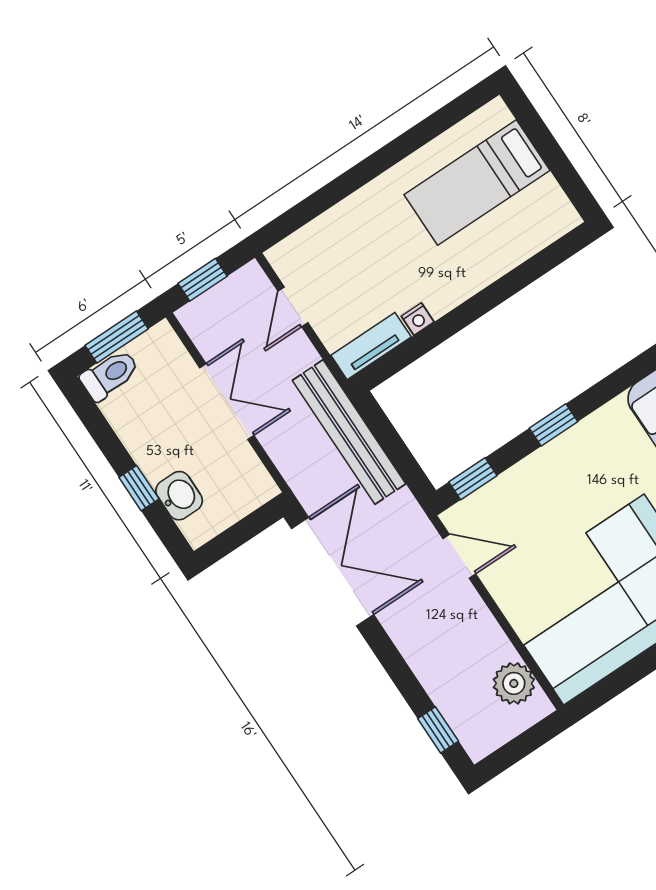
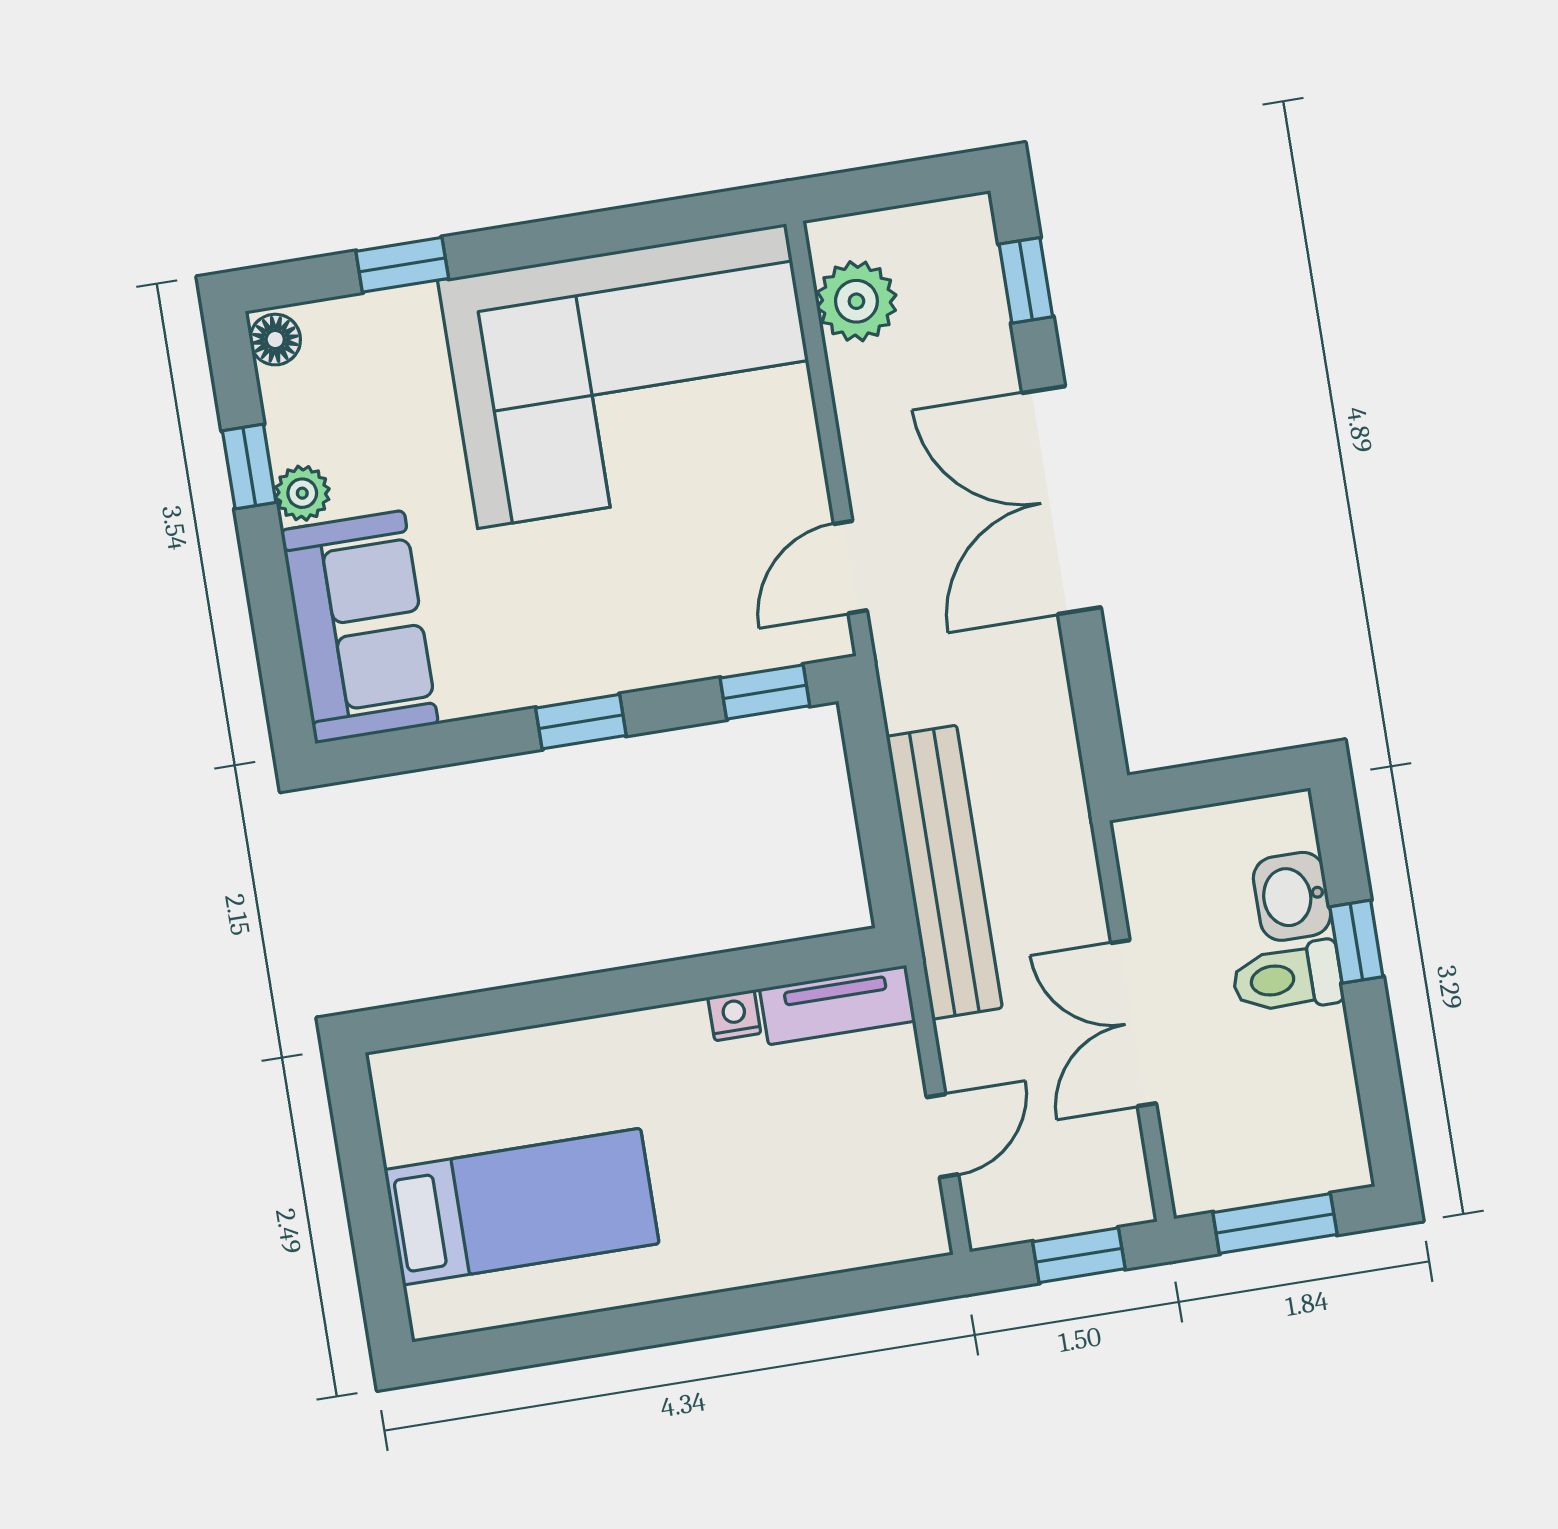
toilet: (110, 375) -> (1287, 978), moved
door: (459, 556) -> (850, 567), hinge flipped
double door: (333, 572) -> (1061, 500), moved

